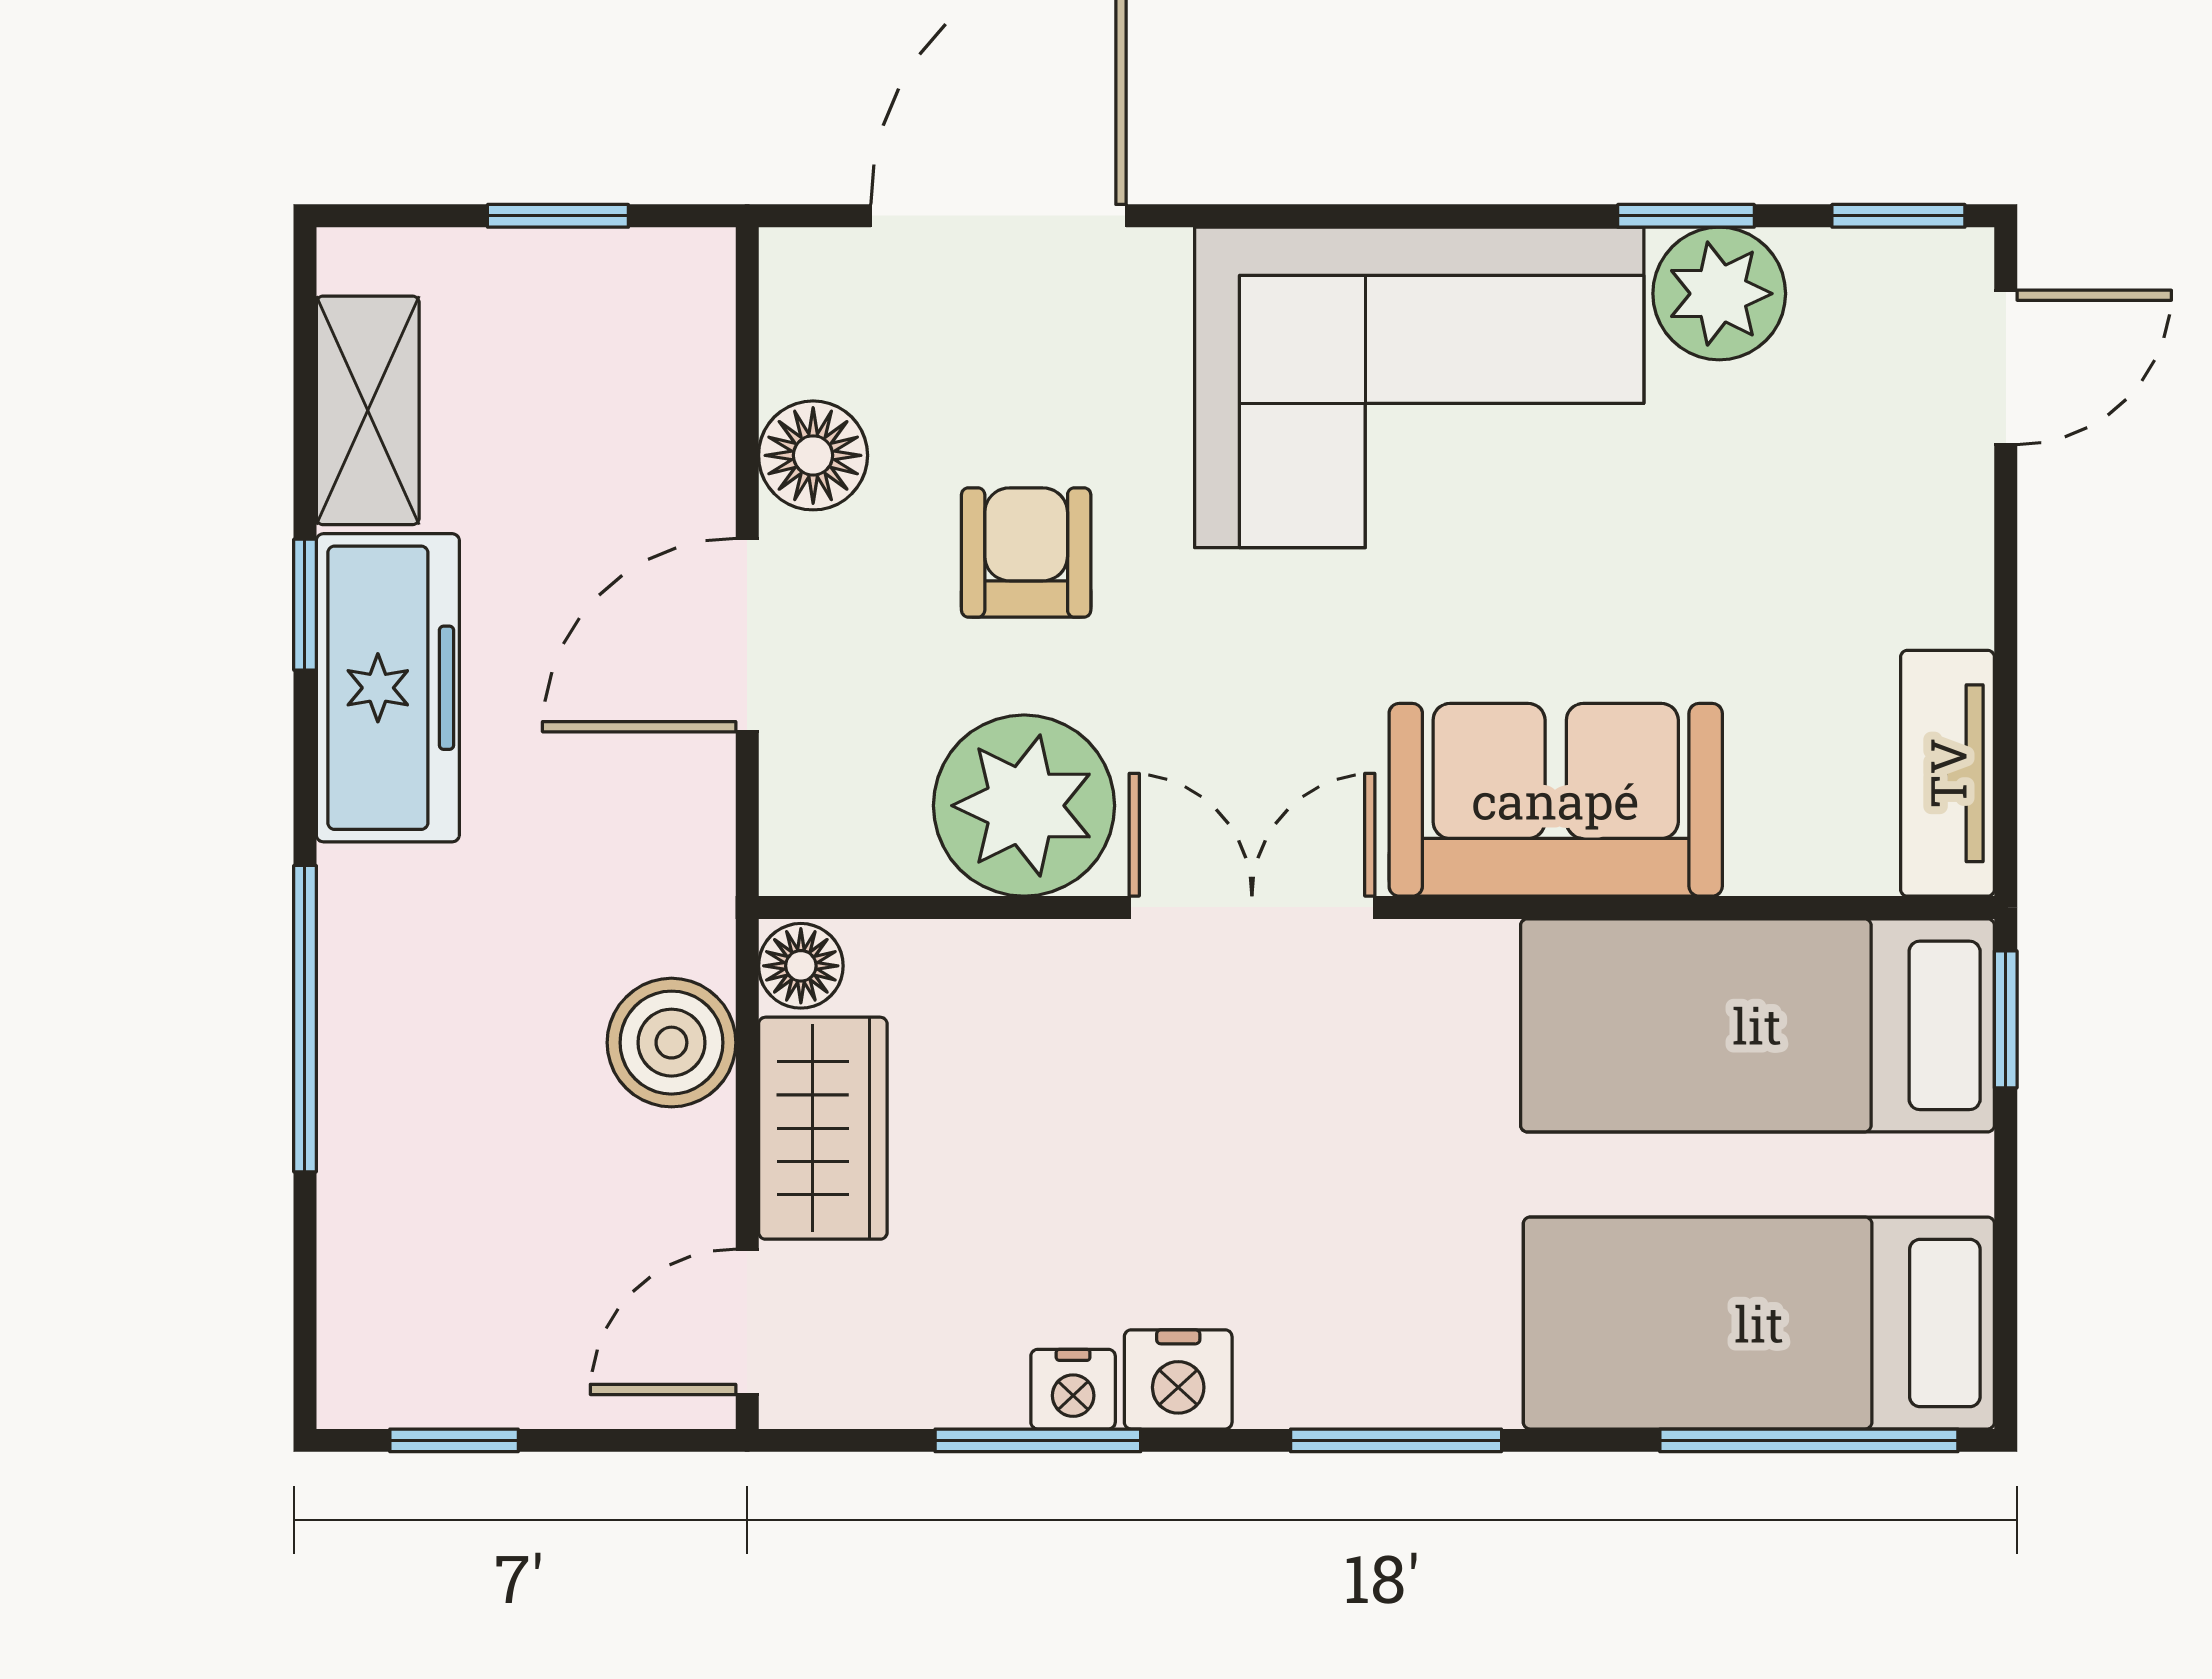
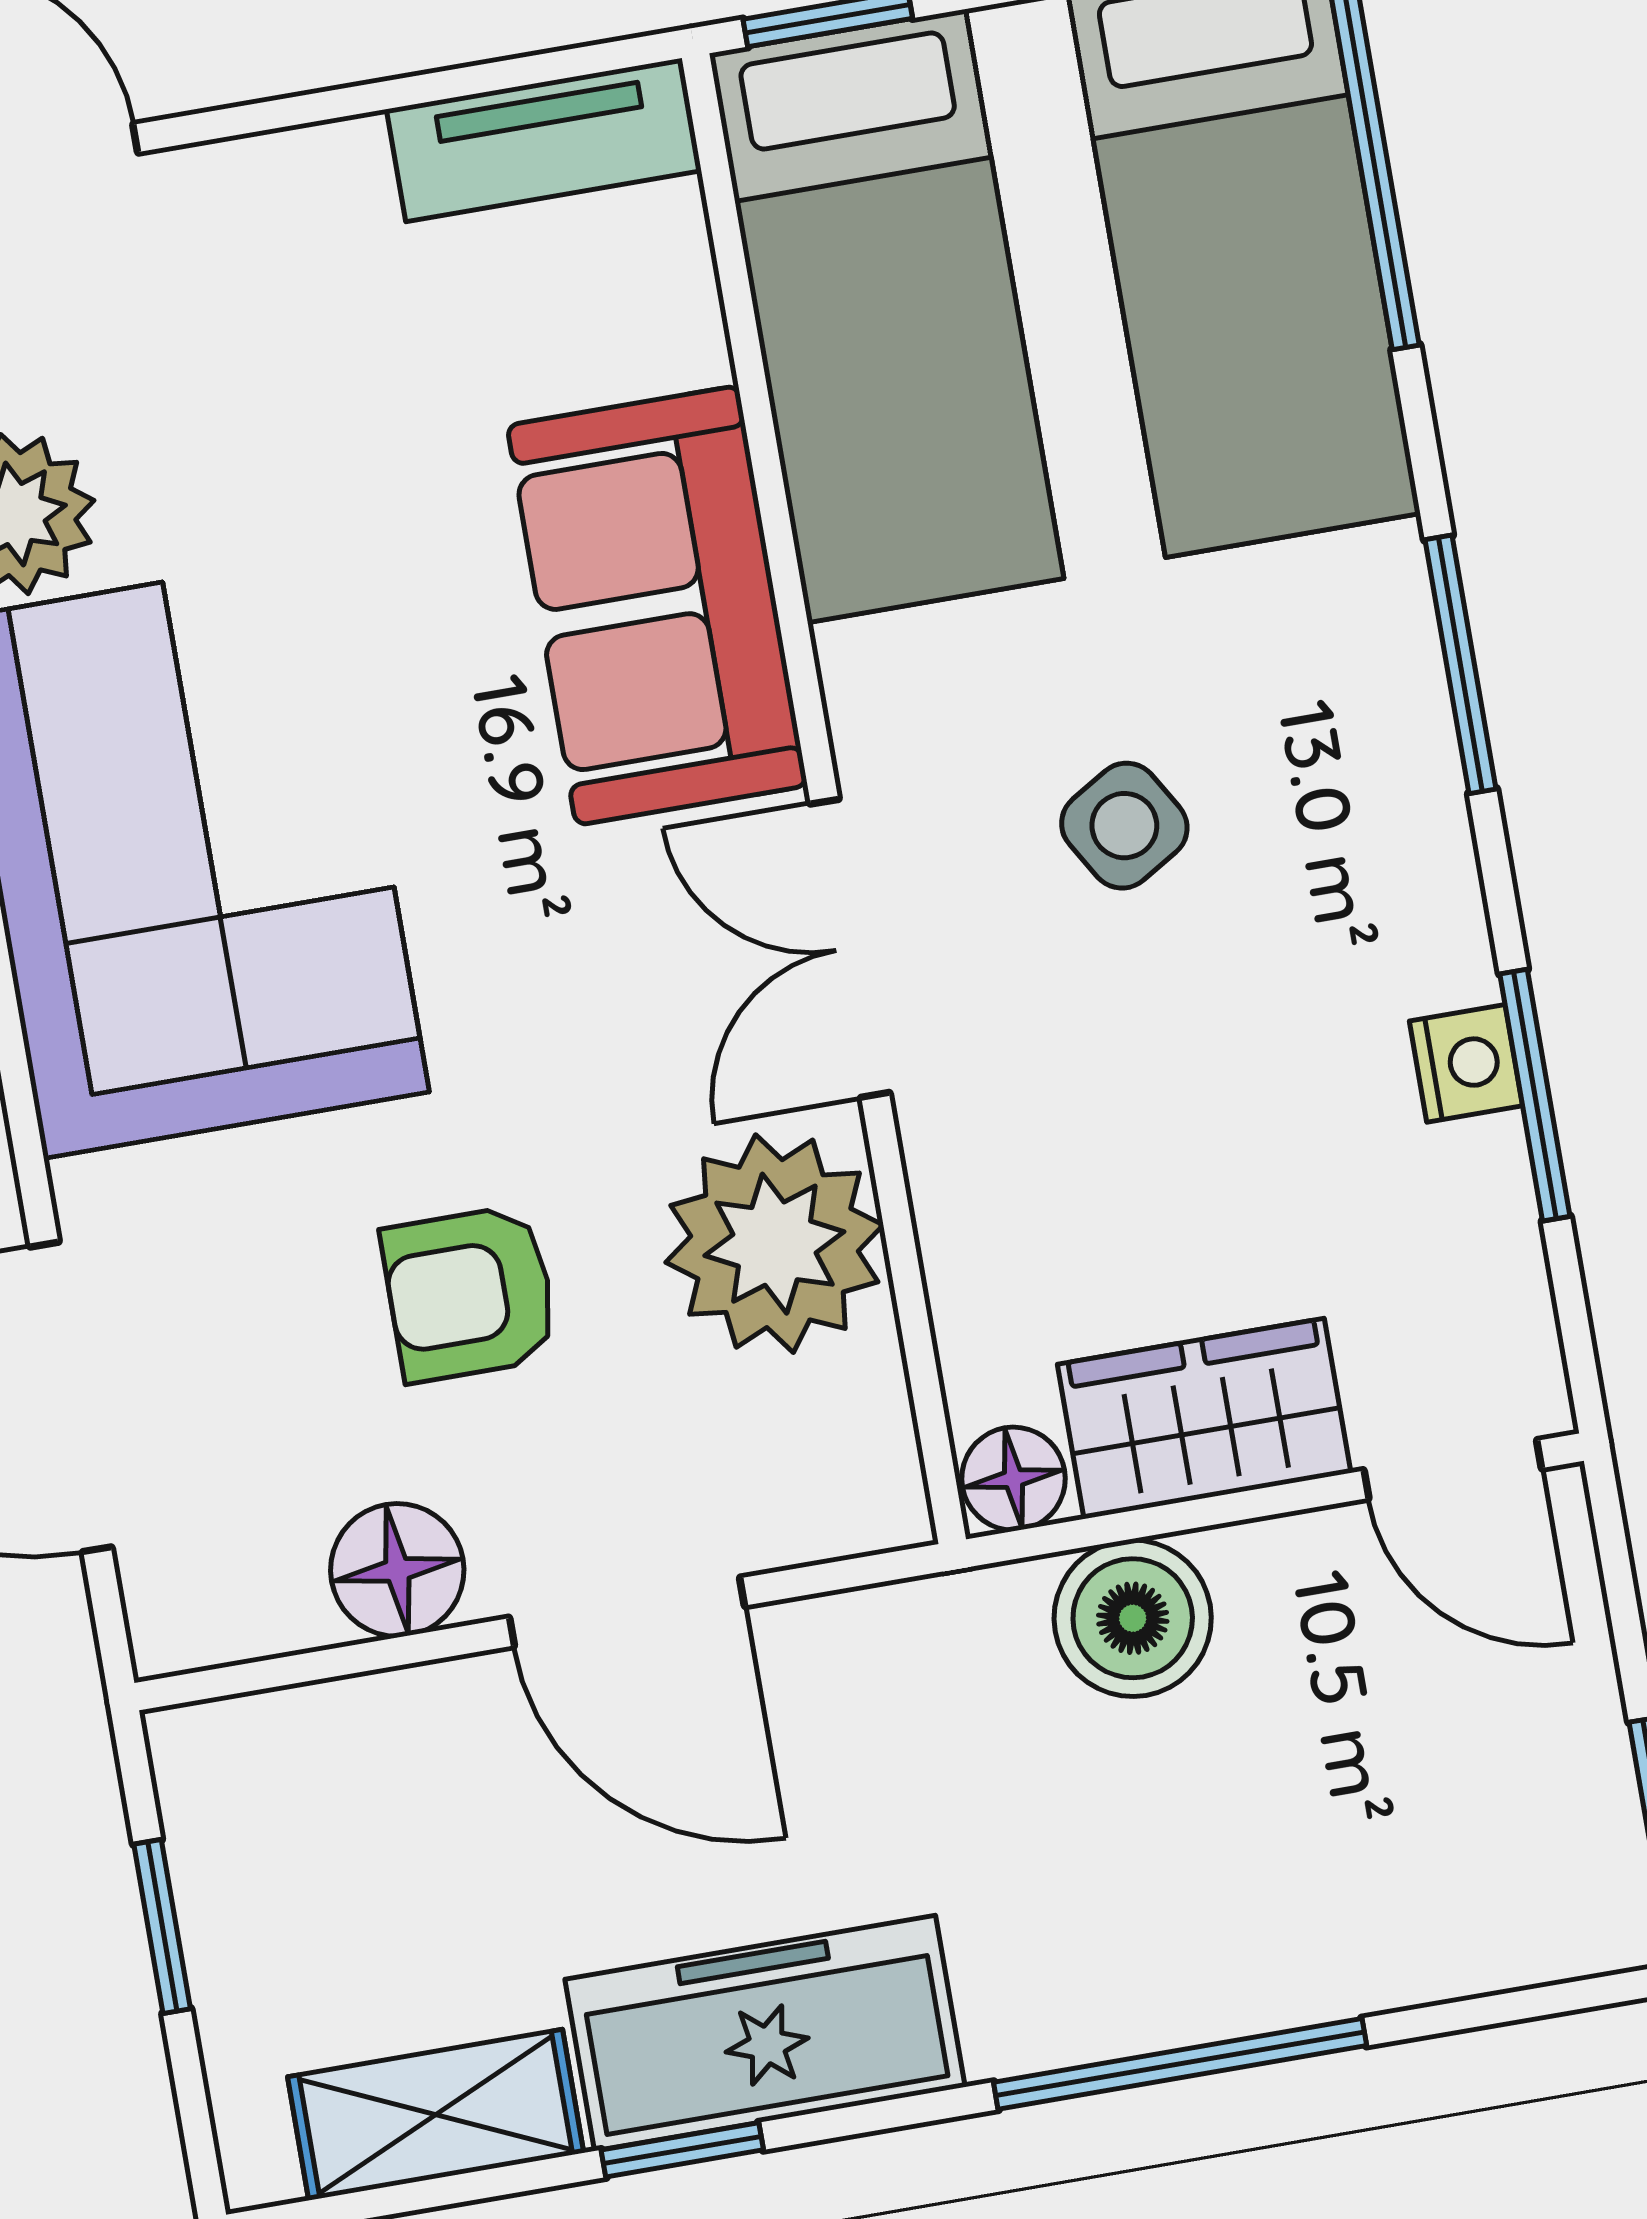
side table: (1313, 1146) -> (1124, 826), added
nightstand: (1178, 1379) -> (1433, 939), removed

